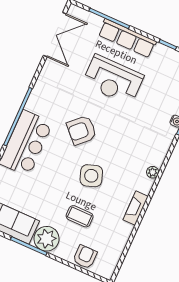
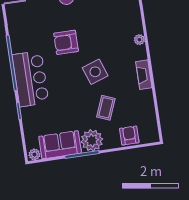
armchair: (82, 130) -> (66, 42), turned 44
coffee table: (80, 216) -> (106, 108), turned -68

